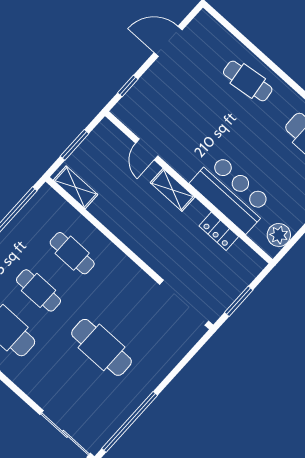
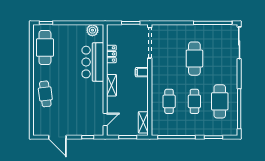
door: (147, 149) -> (105, 120), moved
filing cabinet: (151, 252) -> (142, 72), added

